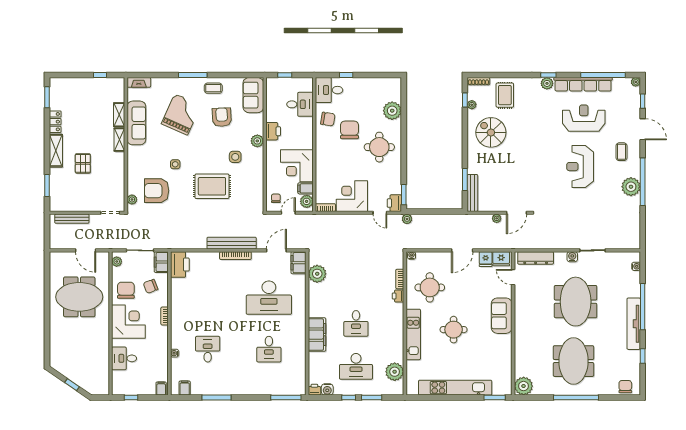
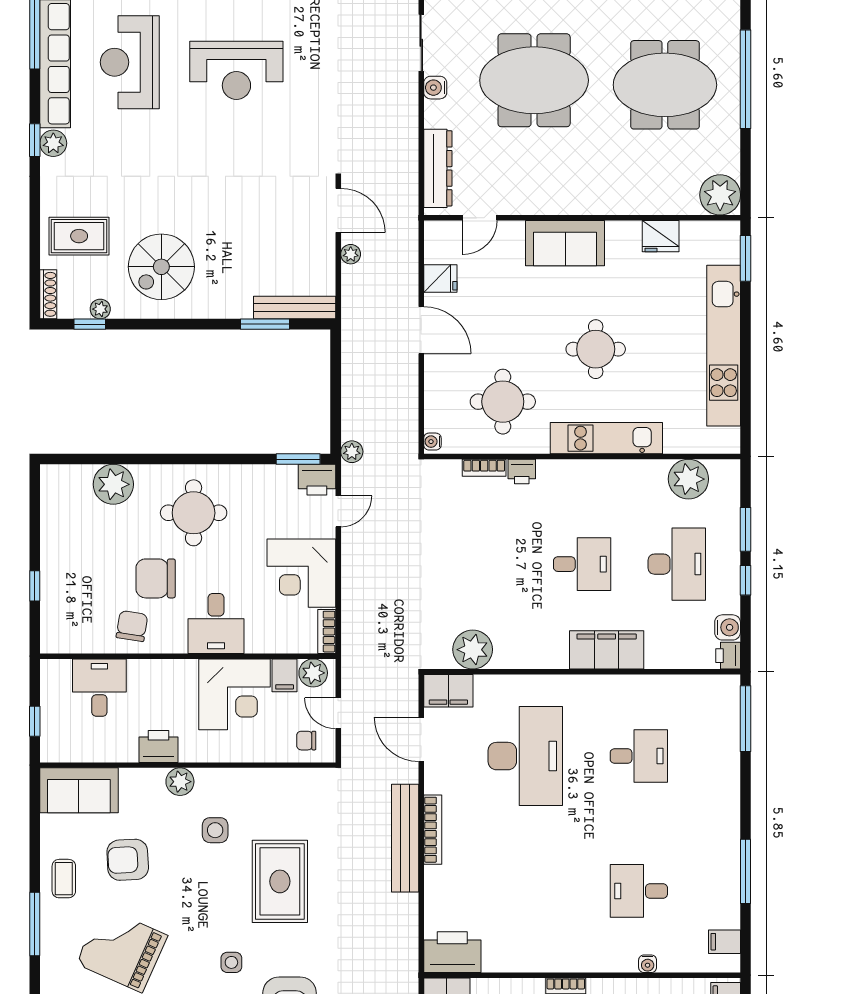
desk: (329, 90) -> (216, 623), moved
fridge: (501, 259) -> (661, 236), moved, turned 90

